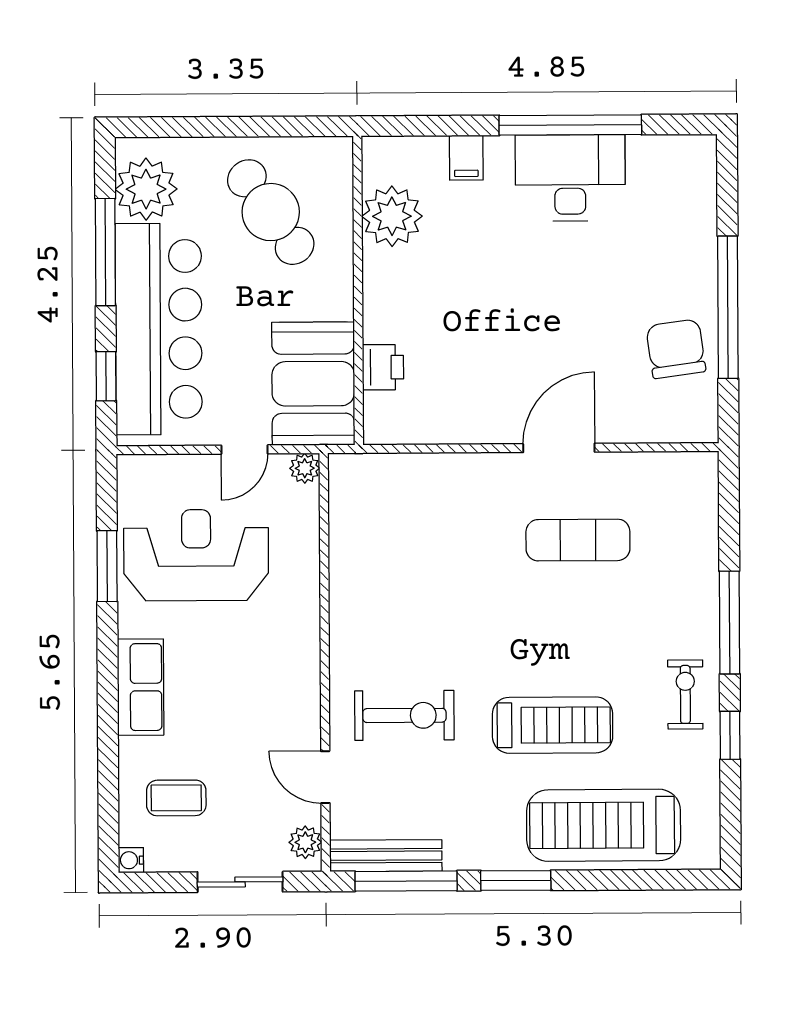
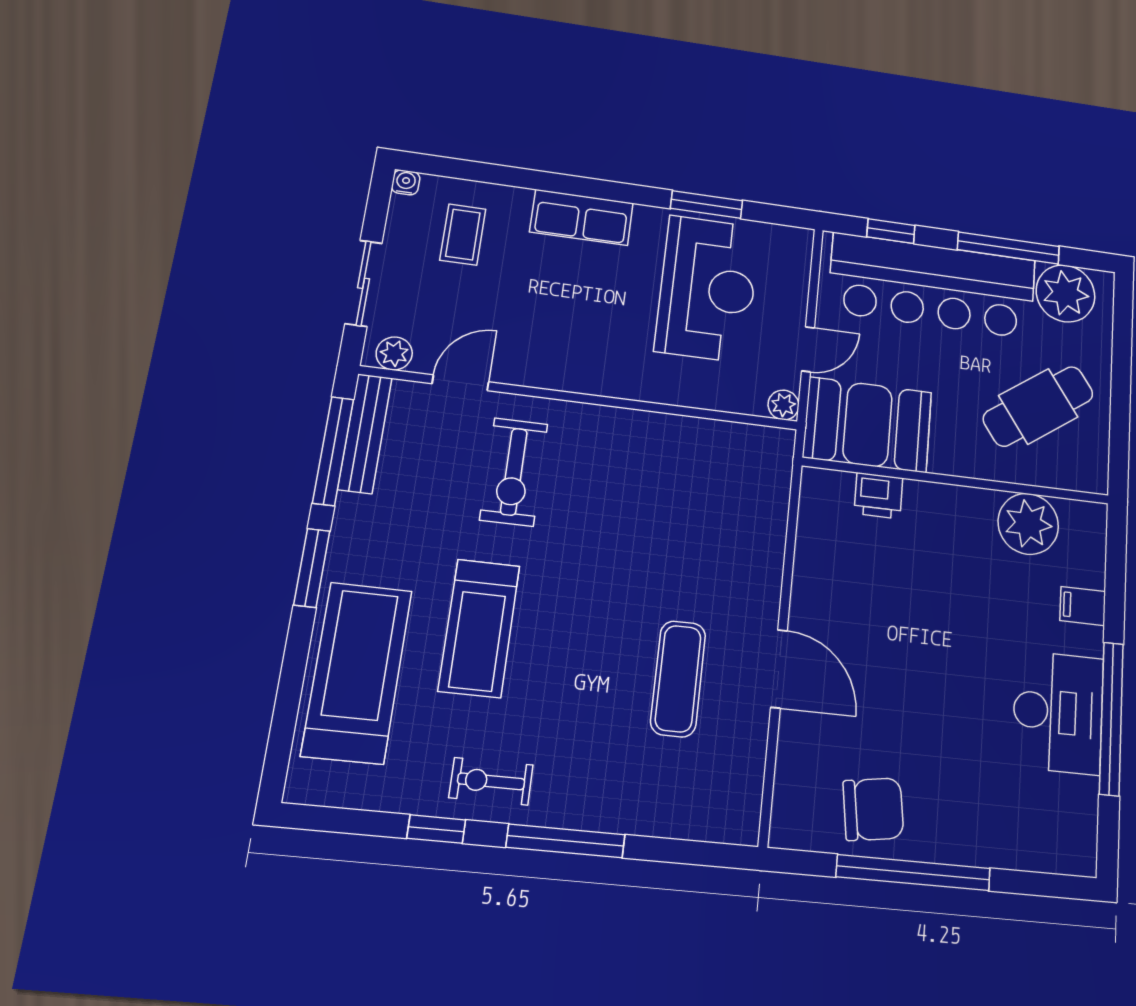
door: (244, 450) -> (808, 349), swing flipped
exercise bike: (685, 694) -> (491, 781), turned 180

